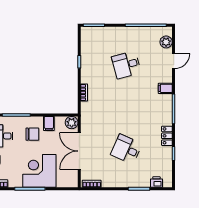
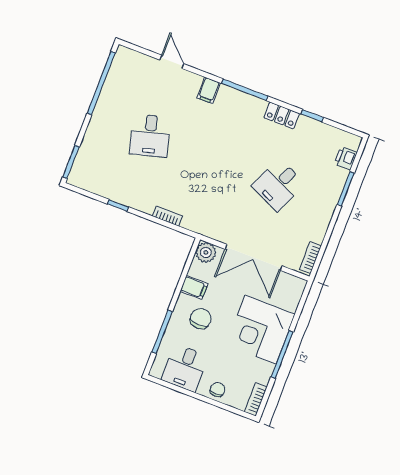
plant: (166, 42) -> (139, 62), removed

